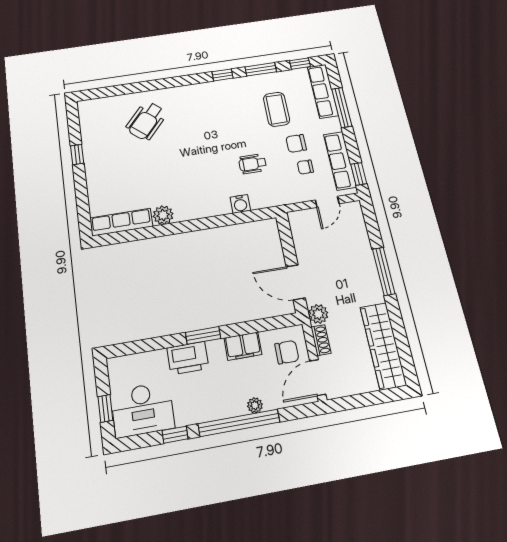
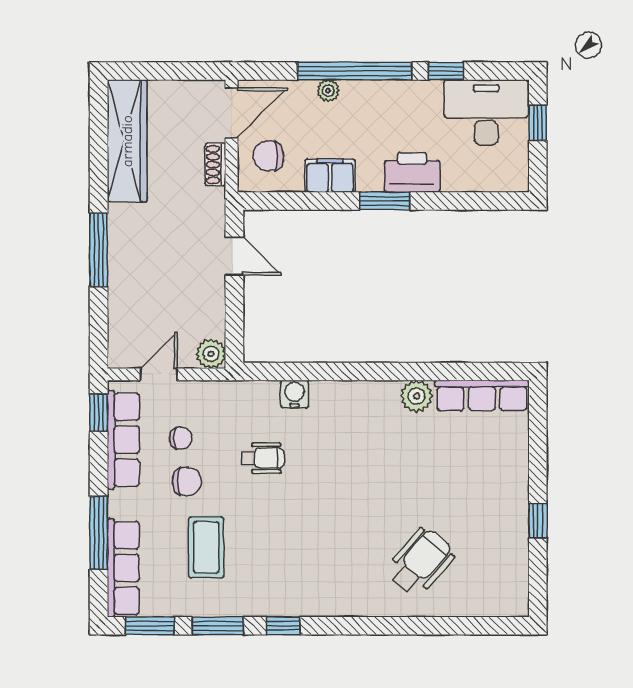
window: (300, 64) -> (150, 626), width x1.50
door: (296, 282) -> (234, 256), width x0.73
plant: (318, 314) -> (211, 354), moved

